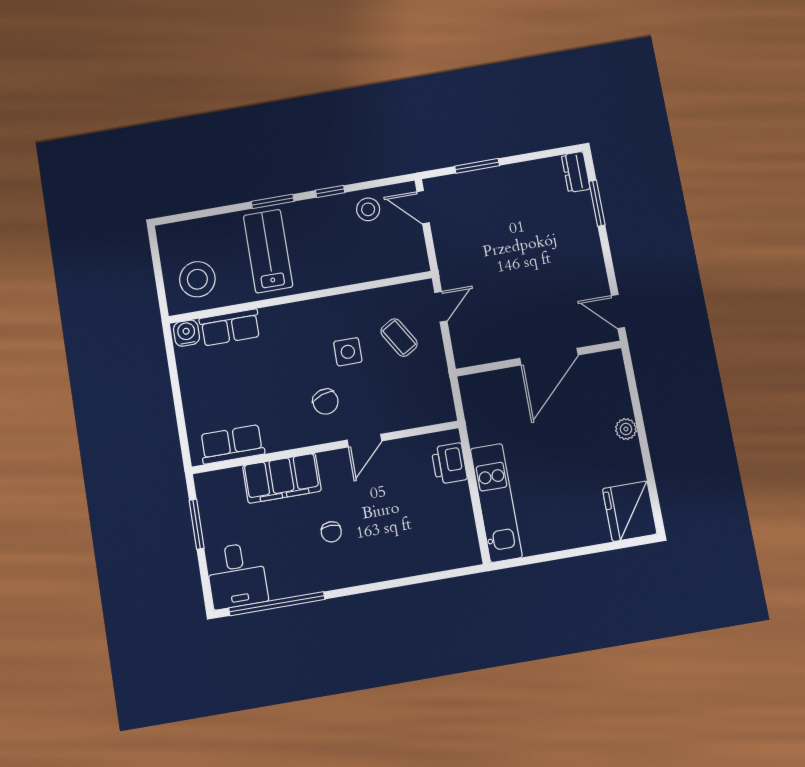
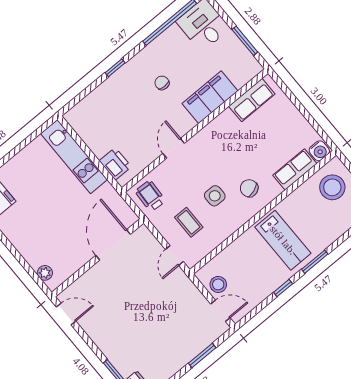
stool: (368, 209) -> (218, 284), moved
lab bench: (268, 251) -> (283, 240), moved
coffee table: (399, 338) -> (189, 222), turned 31
door: (549, 357) -> (113, 245), moved
wheelchair: (428, 398) -> (150, 196), added
chair: (326, 402) -> (249, 188), moved
plant: (626, 429) -> (45, 273), moved
window: (379, 586) -> (115, 68), added

